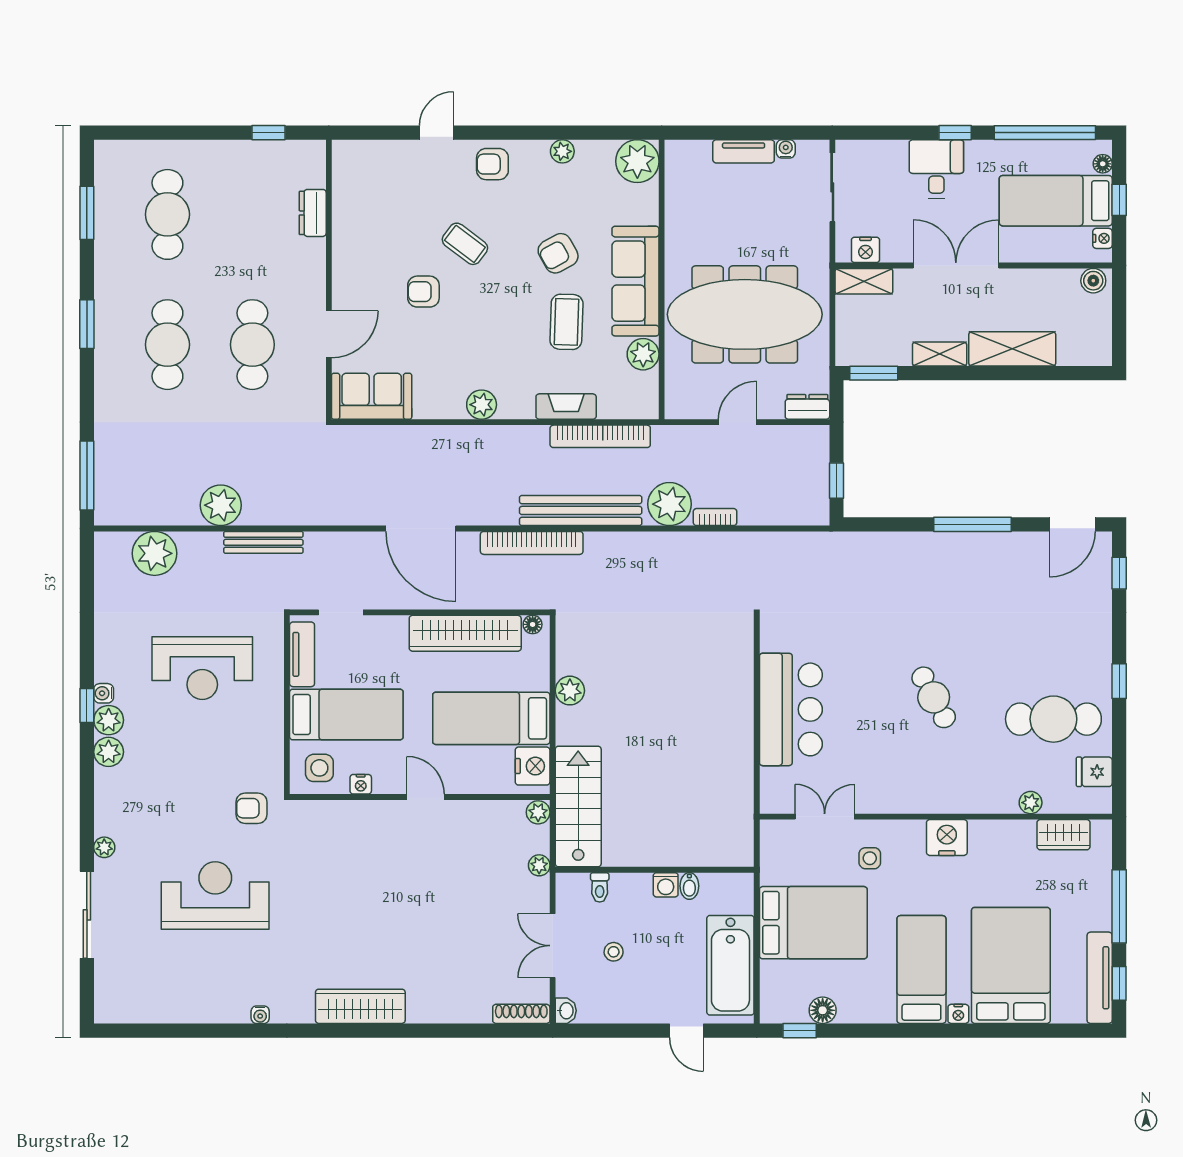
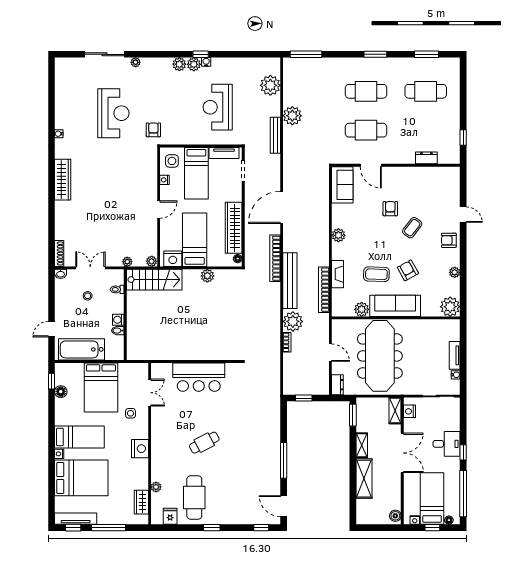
armchair: (492, 164) -> (449, 240), turned -90

